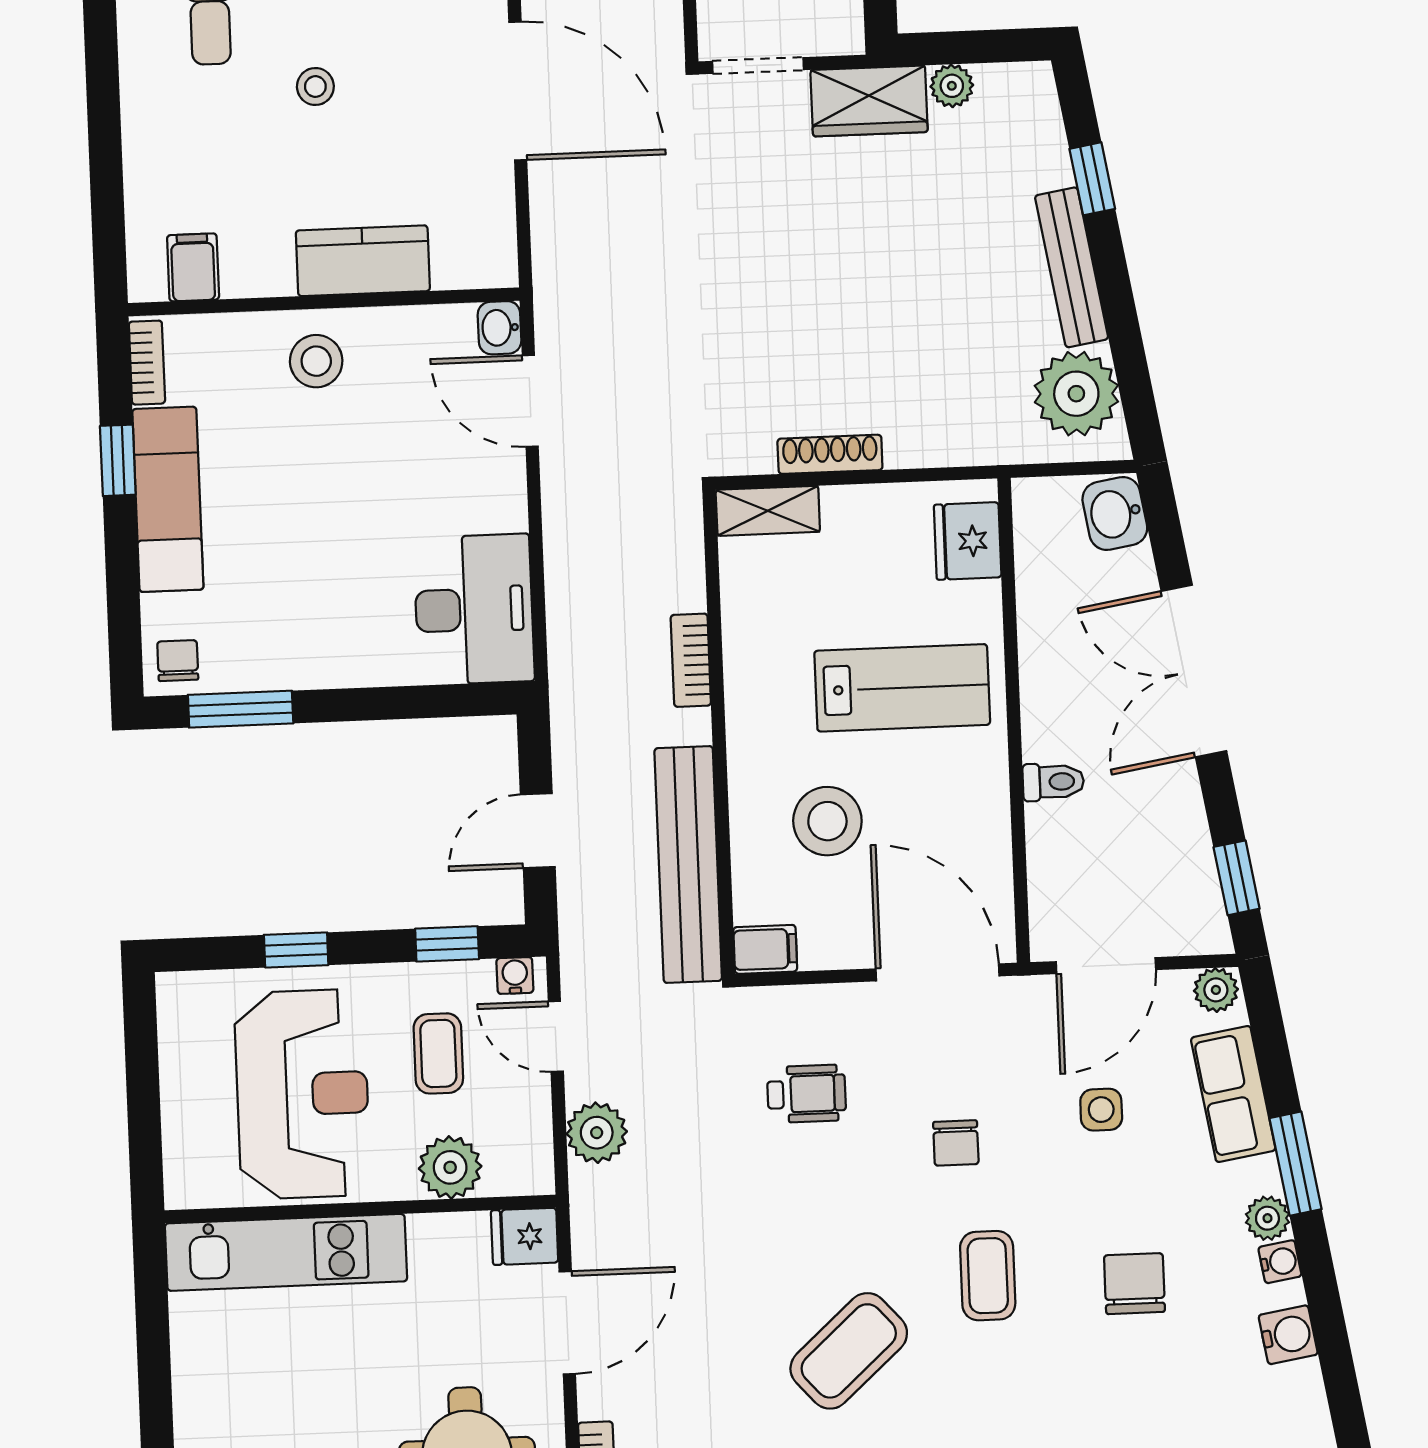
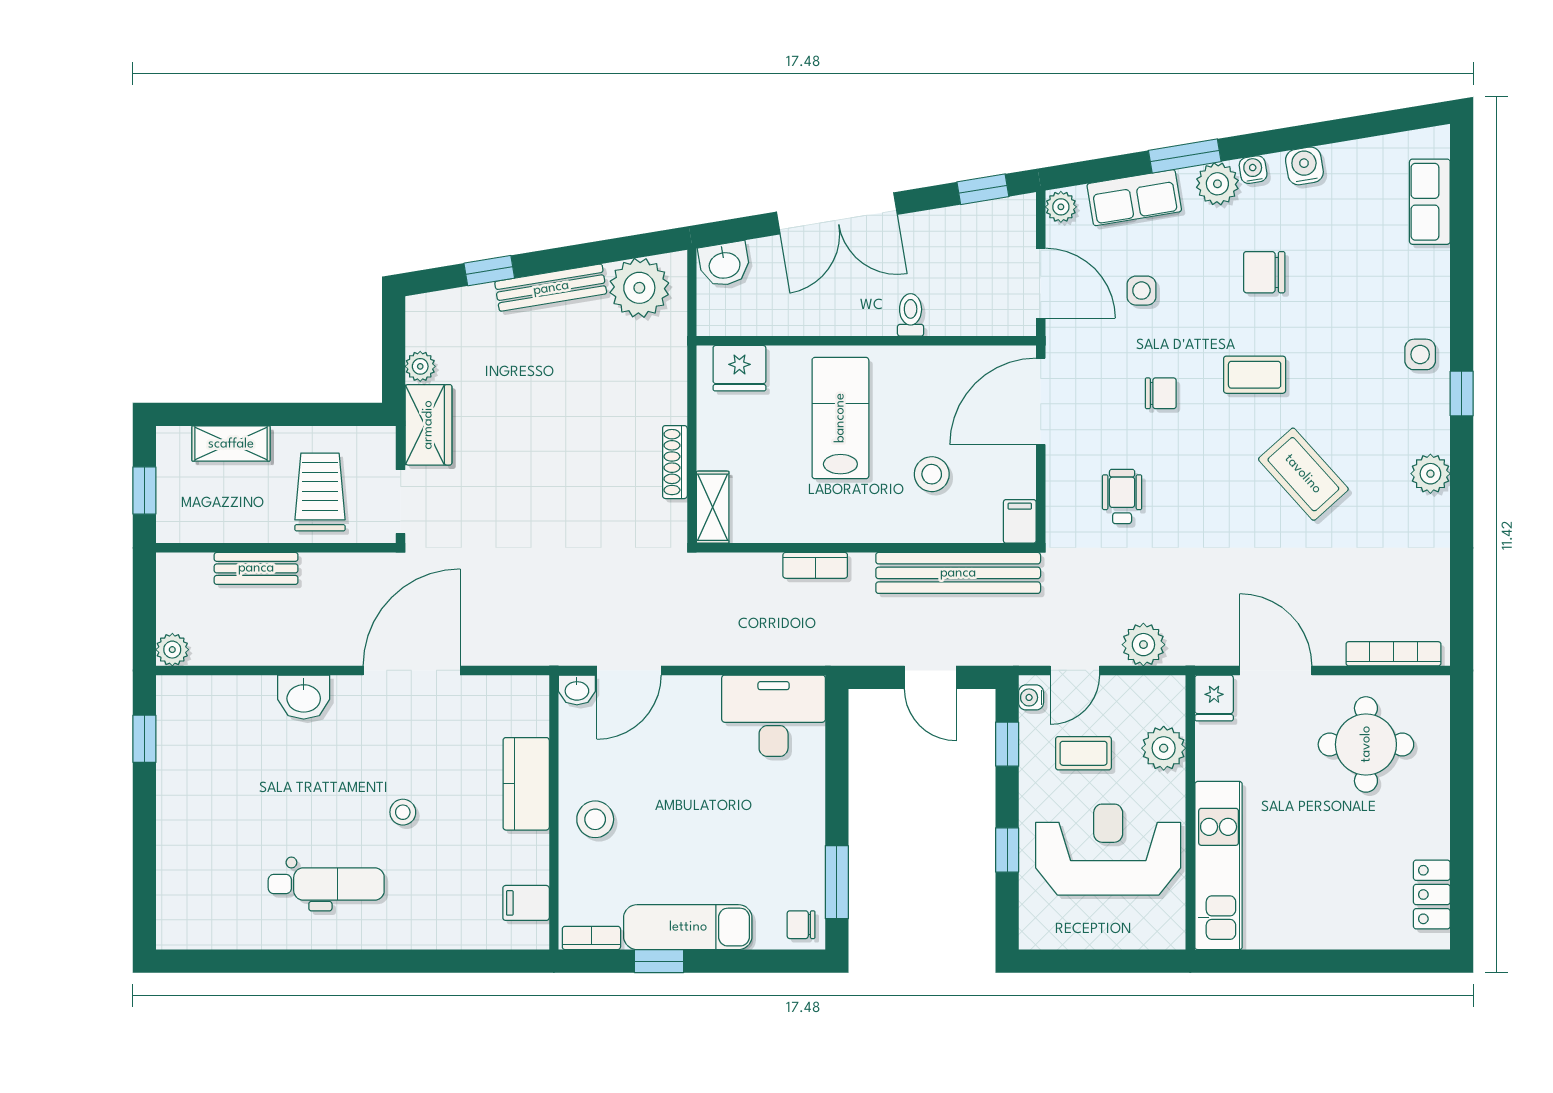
stool: (827, 821) -> (932, 474), width x0.73, depth x0.73
plant: (1267, 1218) -> (1217, 184), width x1.38, depth x1.38

